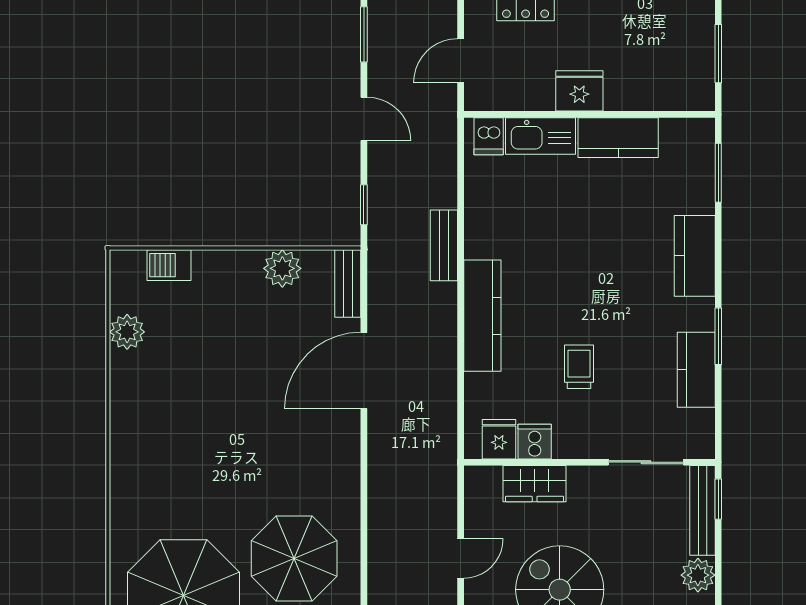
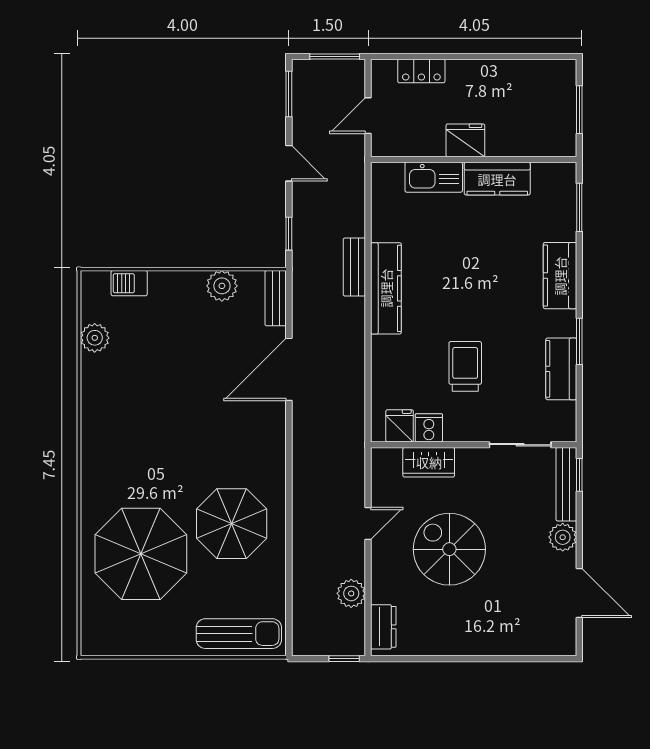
dishwasher: (489, 136) -> (391, 177), removed
kitchen counter: (482, 316) -> (386, 288), moved
trolley: (579, 367) -> (465, 366), width x1.36, depth x1.39

